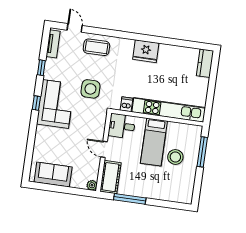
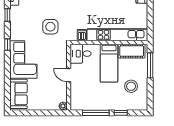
corner sofa: (56, 104) -> (23, 60), moved
stool: (175, 157) -> (131, 86), moved
sofa: (53, 175) -> (19, 94), moved, turned 90
cot: (110, 177) -> (132, 51), moved, turned 90
window: (160, 203) -> (121, 113), added

